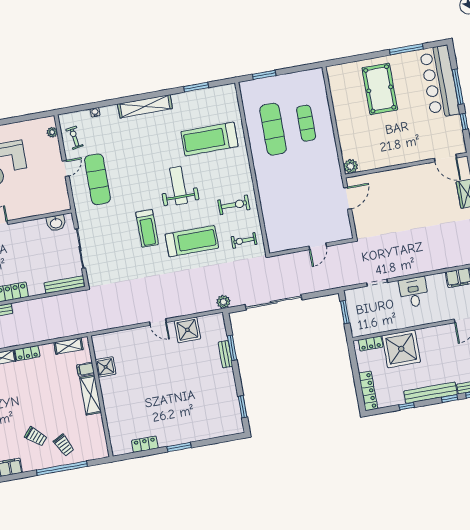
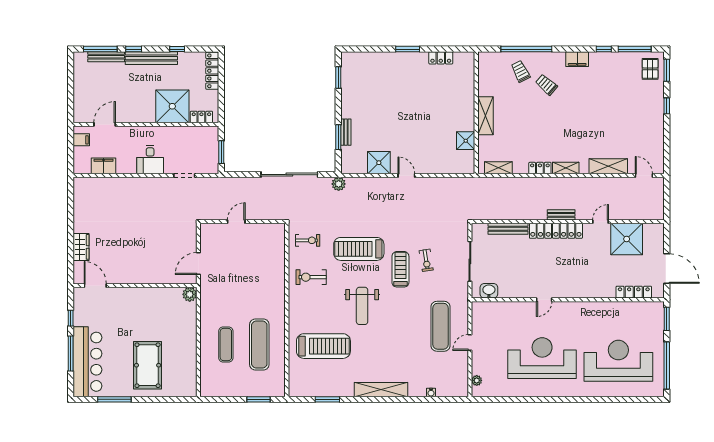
exercise bike: (75, 138) -> (426, 260), moved
bench: (65, 285) -> (508, 229), moved
filing cabinet: (86, 369) -> (486, 142), removed

